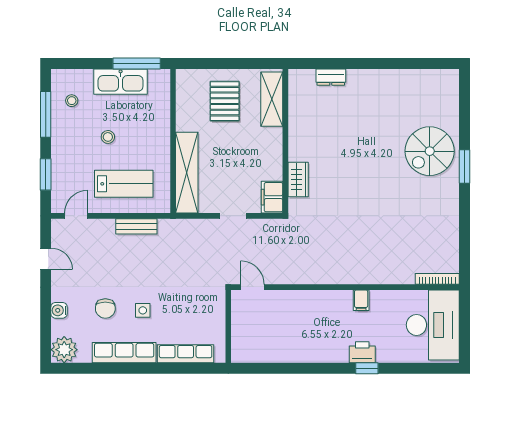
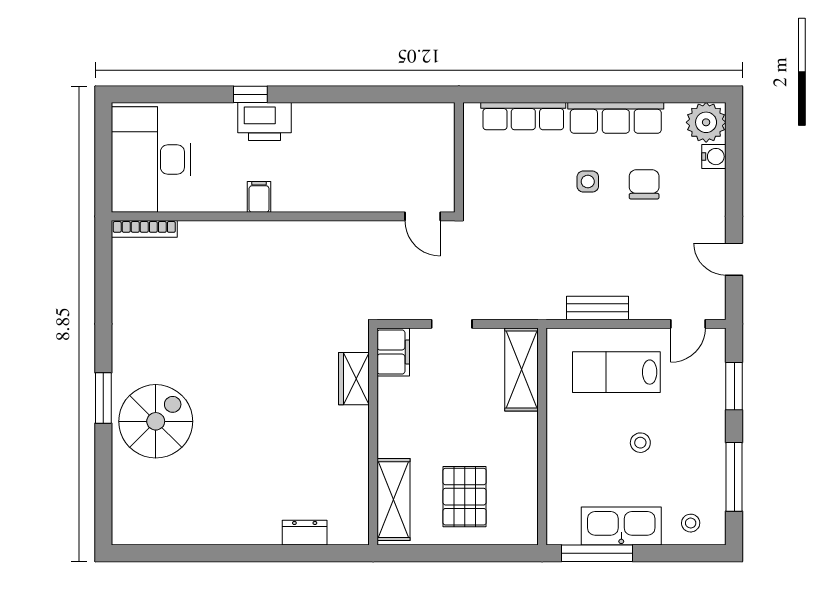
stool: (72, 101) -> (691, 523), moved
shelving: (187, 173) -> (521, 370), width x0.68
water cooler: (59, 310) -> (714, 157), moved
printer: (362, 352) -> (265, 122), width x1.37, depth x1.19

